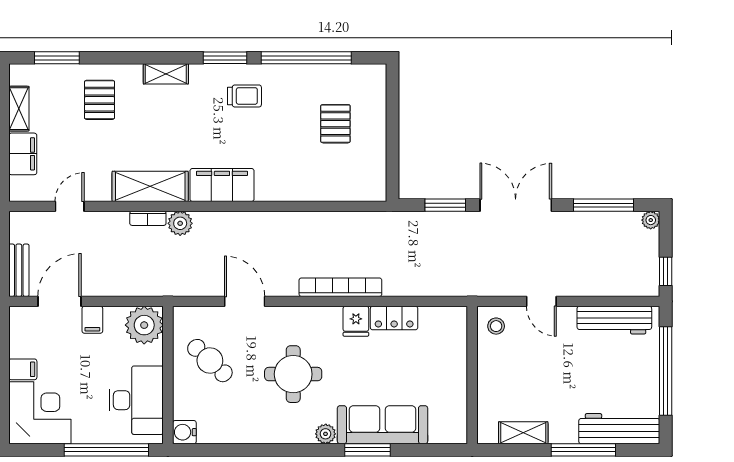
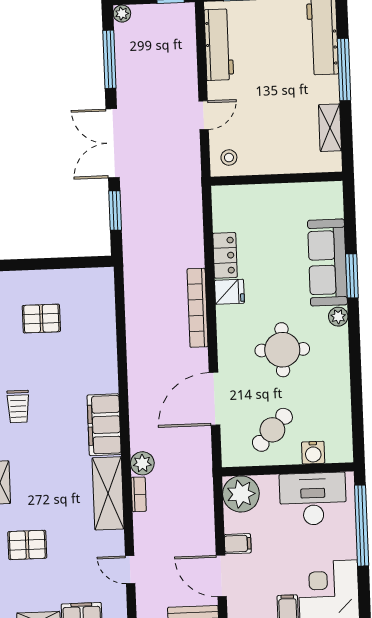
trolley: (244, 96) -> (18, 406), turned 180
door: (245, 301) -> (215, 399), width x1.36
water cooler: (184, 432) -> (313, 453), moved

